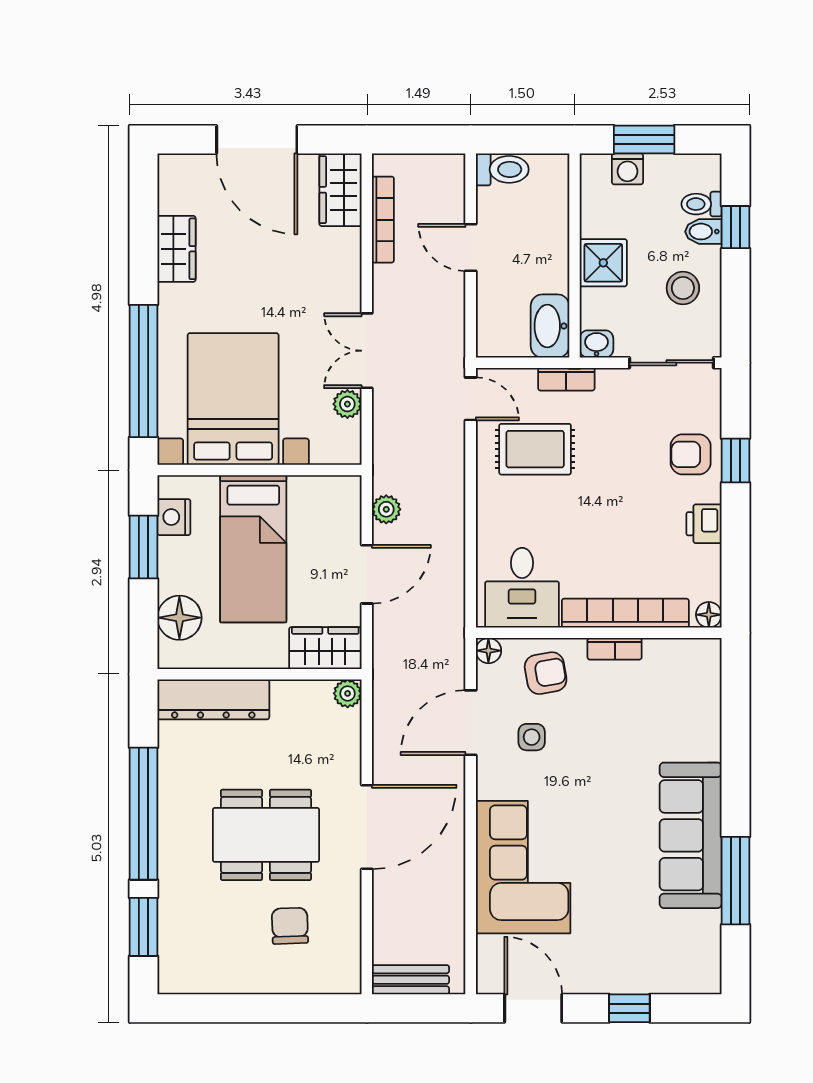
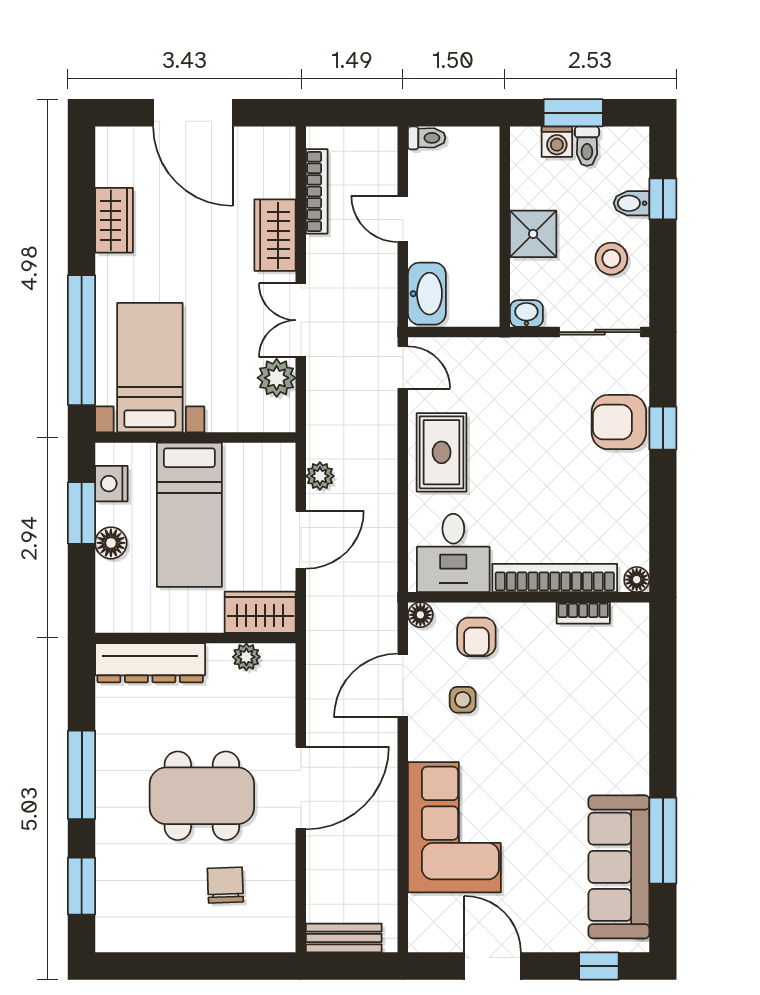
toilet: (502, 169) -> (427, 138), width x0.73, depth x0.72
wardrobe: (340, 190) -> (275, 235), moved
toilet: (701, 204) -> (587, 146), moved, turned -90
washbasin: (550, 326) -> (427, 294), moved, turned 180
bookcase: (566, 379) -> (497, 348), removed
bed with nightstands: (233, 399) -> (150, 368), width x0.73
plant: (347, 404) -> (277, 378), width x1.38, depth x1.38
rug: (535, 449) -> (442, 452), moved, turned 90
armchair: (691, 454) -> (619, 422), width x1.38, depth x1.38
printer: (704, 524) -> (632, 490), removed
floor lamp: (179, 618) -> (111, 543), moved, width x0.73, depth x0.73
bookcase: (615, 649) -> (583, 613), moved
armchair: (546, 673) -> (476, 637), turned 100
plant: (348, 693) -> (246, 657), moved
window: (143, 814) -> (82, 775), width x0.68
sofa: (691, 835) -> (619, 867), moved
door: (533, 1008) -> (493, 966), moved
window: (629, 1008) -> (599, 966), moved

